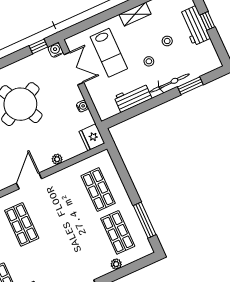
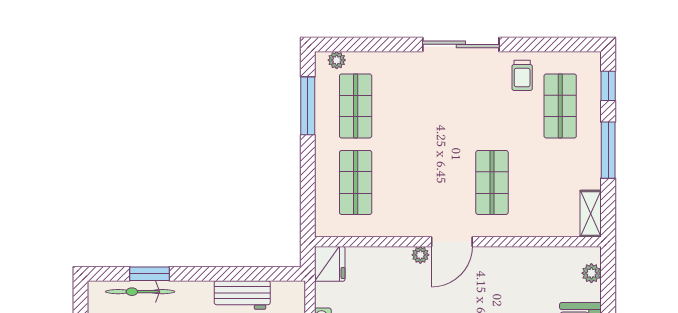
bicycle: (170, 83) -> (140, 292), moved
plant: (57, 159) -> (420, 255), moved
plant: (116, 264) -> (337, 60), moved

